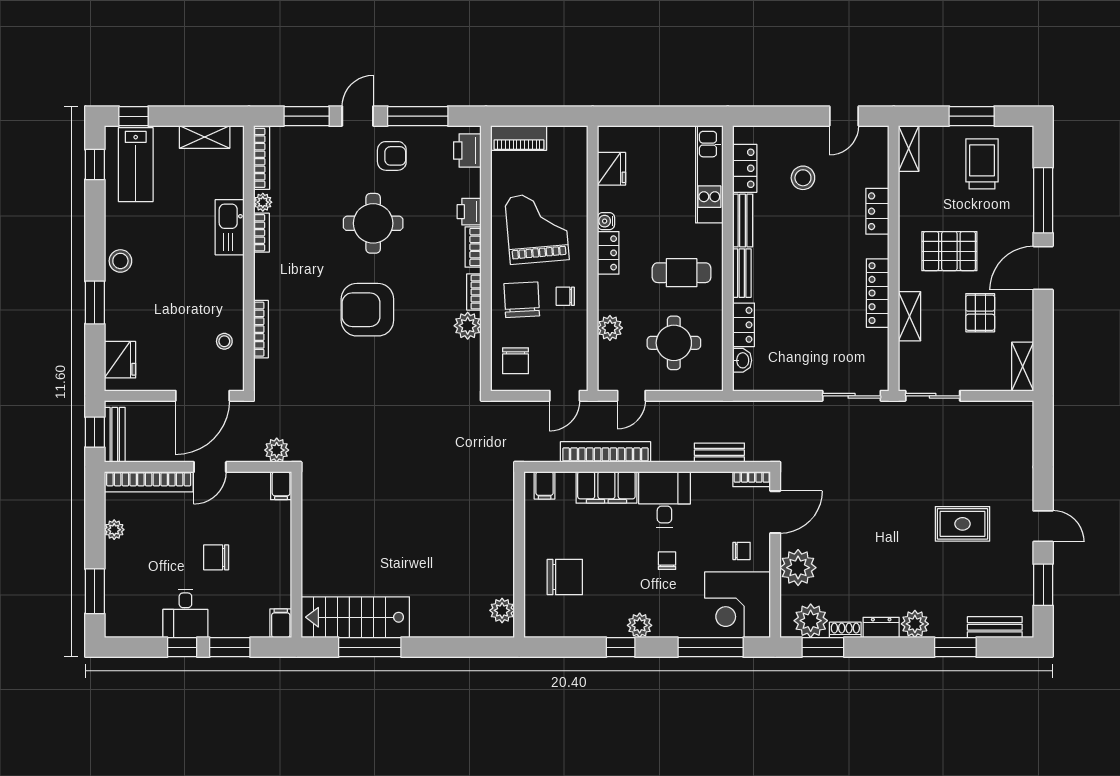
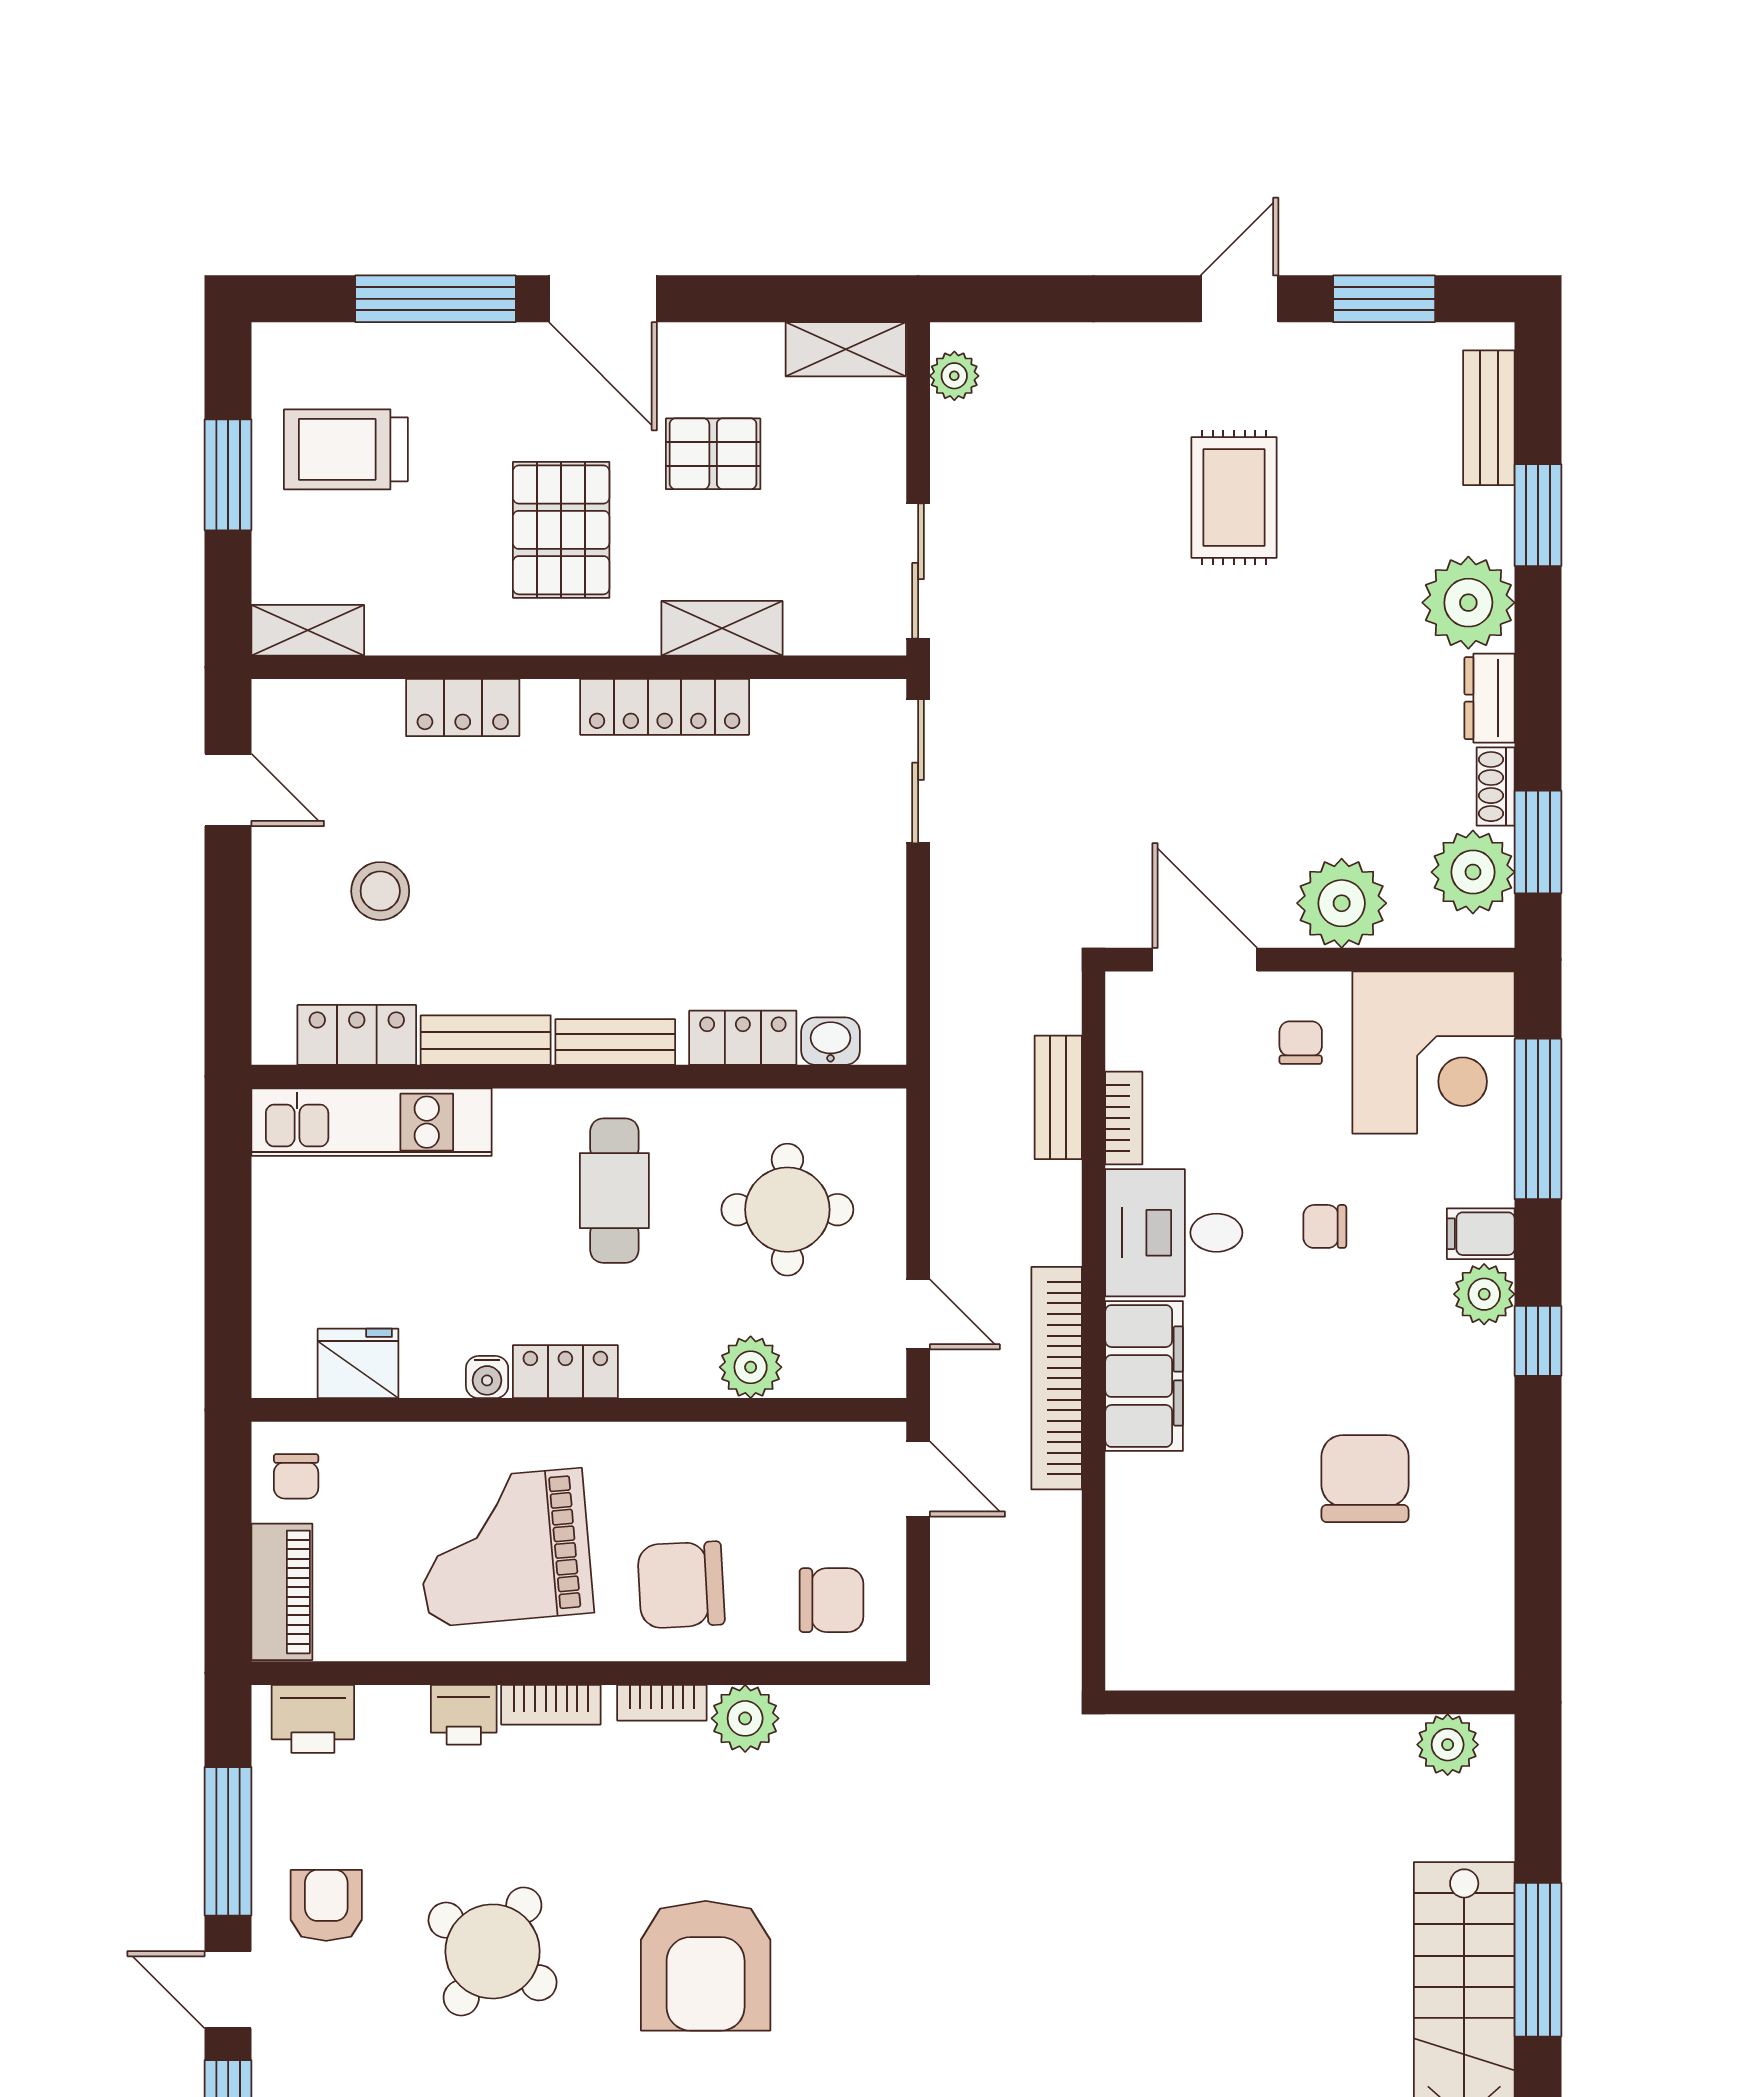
round table: (373, 223) -> (493, 1951), turned 34
chair: (565, 296) -> (296, 1476), moved
plant: (1012, 410) -> (954, 376), added
bookcase: (752, 479) -> (1124, 1118), moved
filing cabinet: (545, 485) -> (1481, 1234), moved, turned 180
wall: (519, 555) -> (1310, 1702), moved
plant: (502, 610) -> (1448, 1745), moved
plant: (915, 624) -> (1468, 603), width x1.36, depth x1.36

